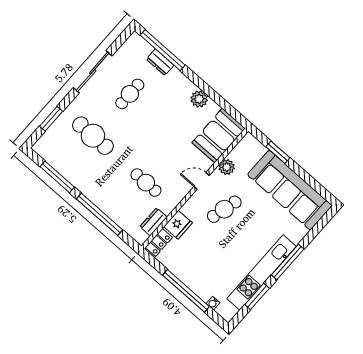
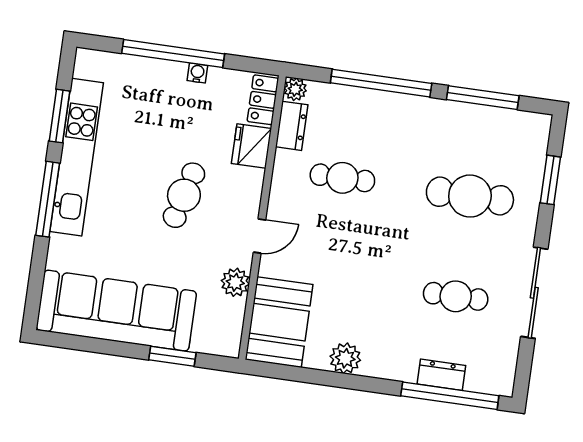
cafe table: (130, 94) -> (456, 296), turned 90
cafe table: (224, 209) -> (184, 195), moved
plant: (141, 238) -> (295, 89), added
water cooler: (213, 303) -> (197, 73), moved

